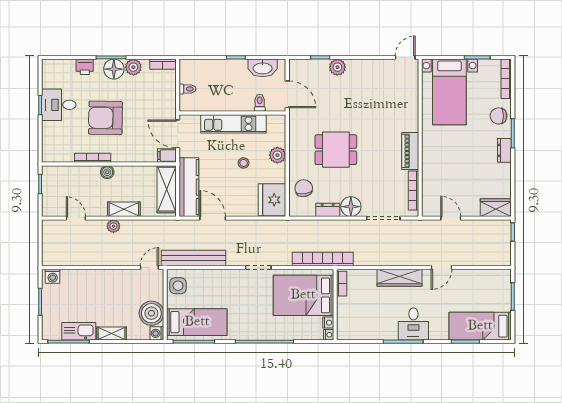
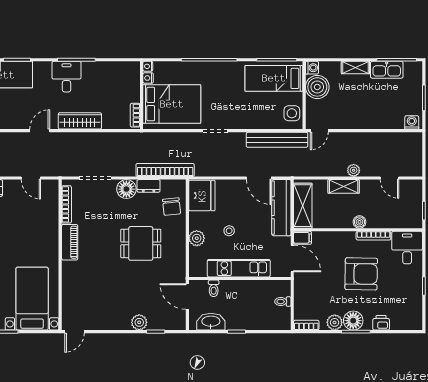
desk: (59, 105) -> (407, 248), moved, turned -90
bookcase: (323, 259) -> (165, 170), moved, turned 180

